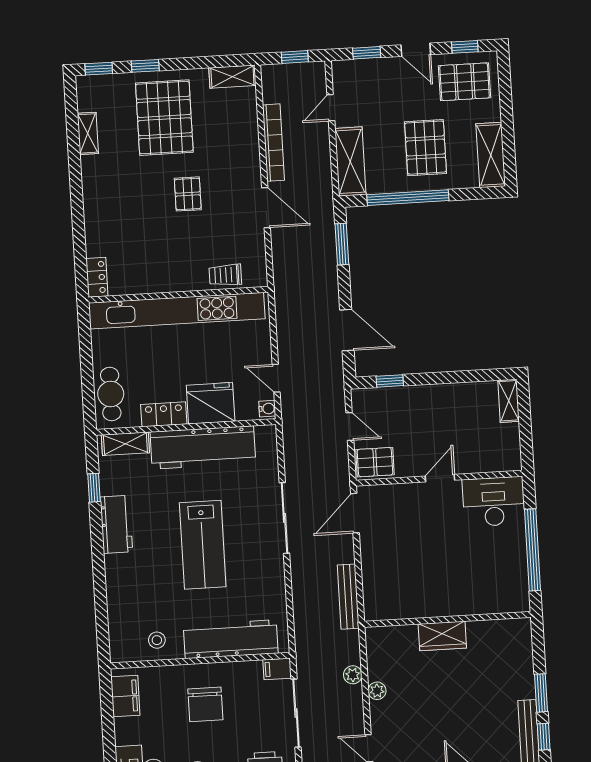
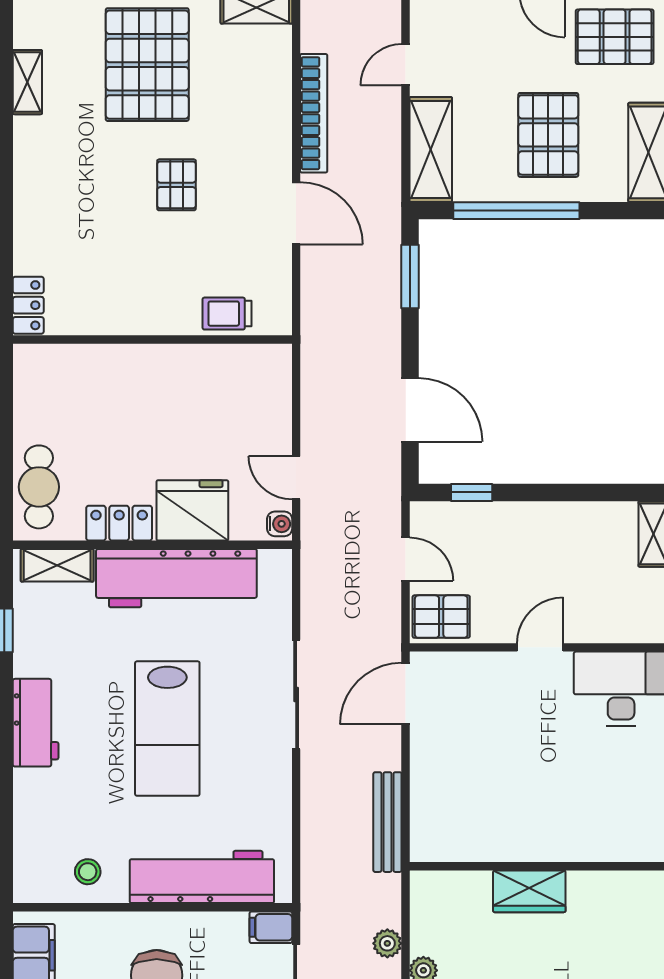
kitchen unit: (177, 311) -> (149, 364), removed
workbench: (116, 524) -> (36, 723), moved

